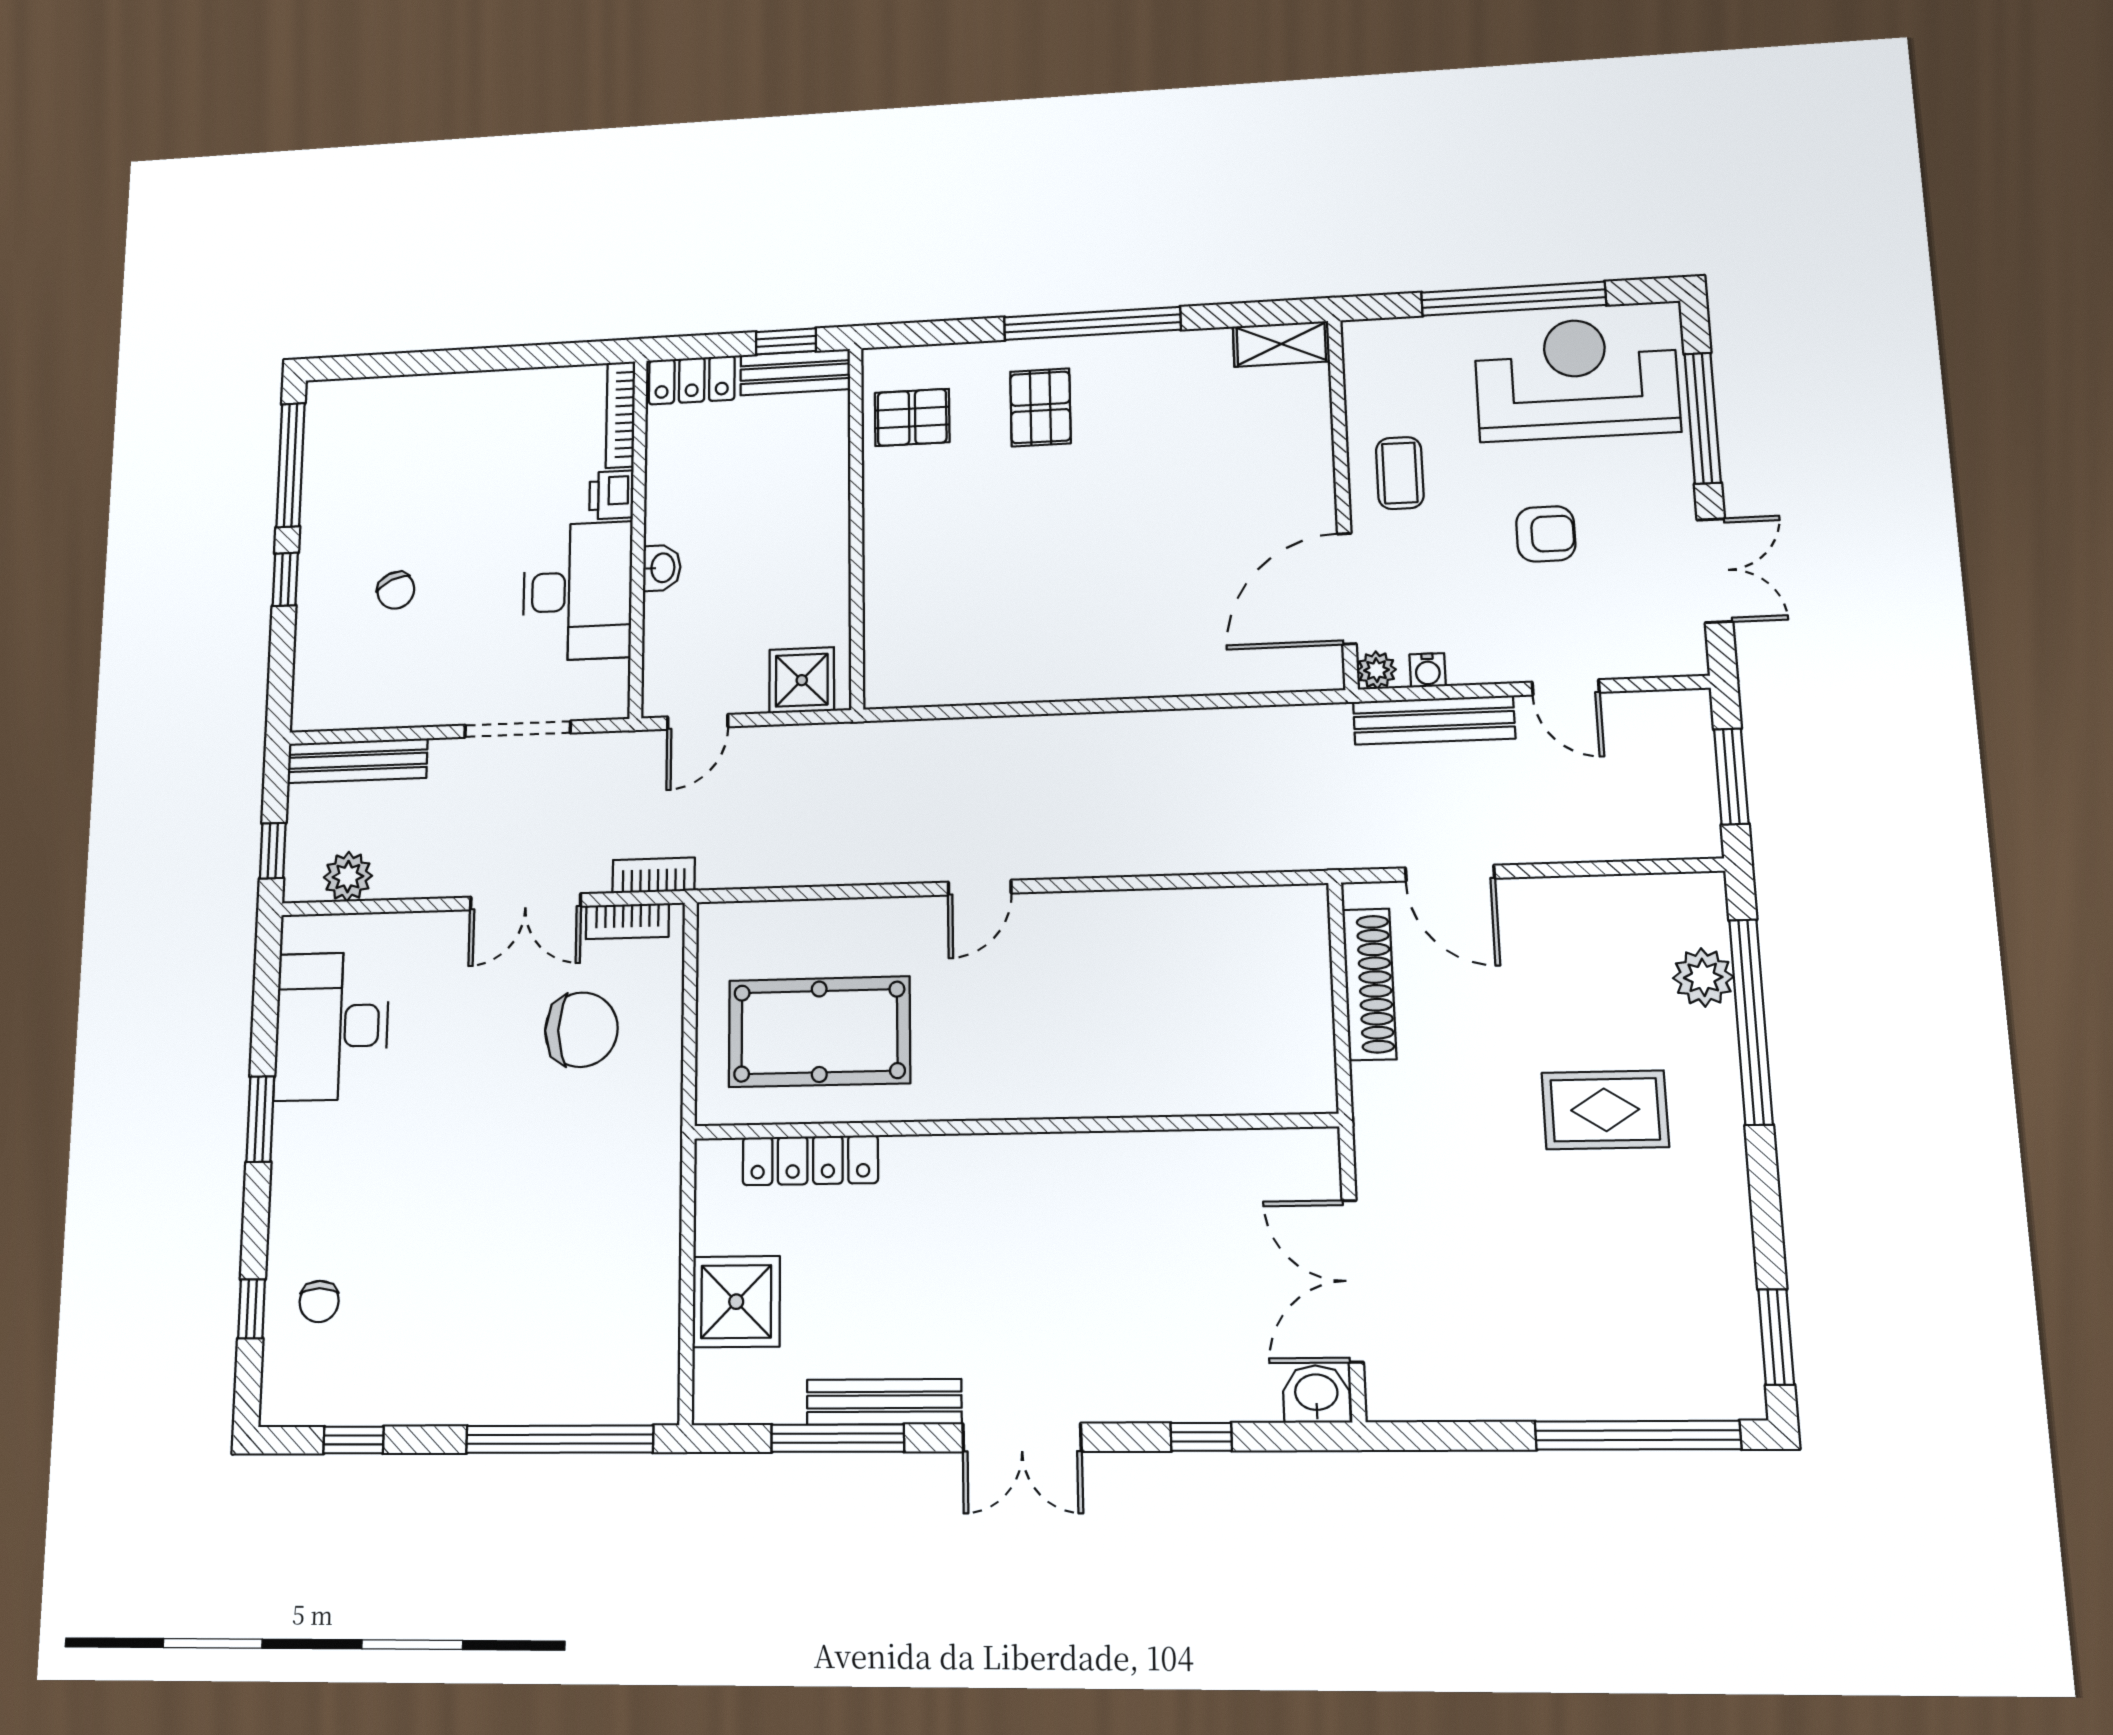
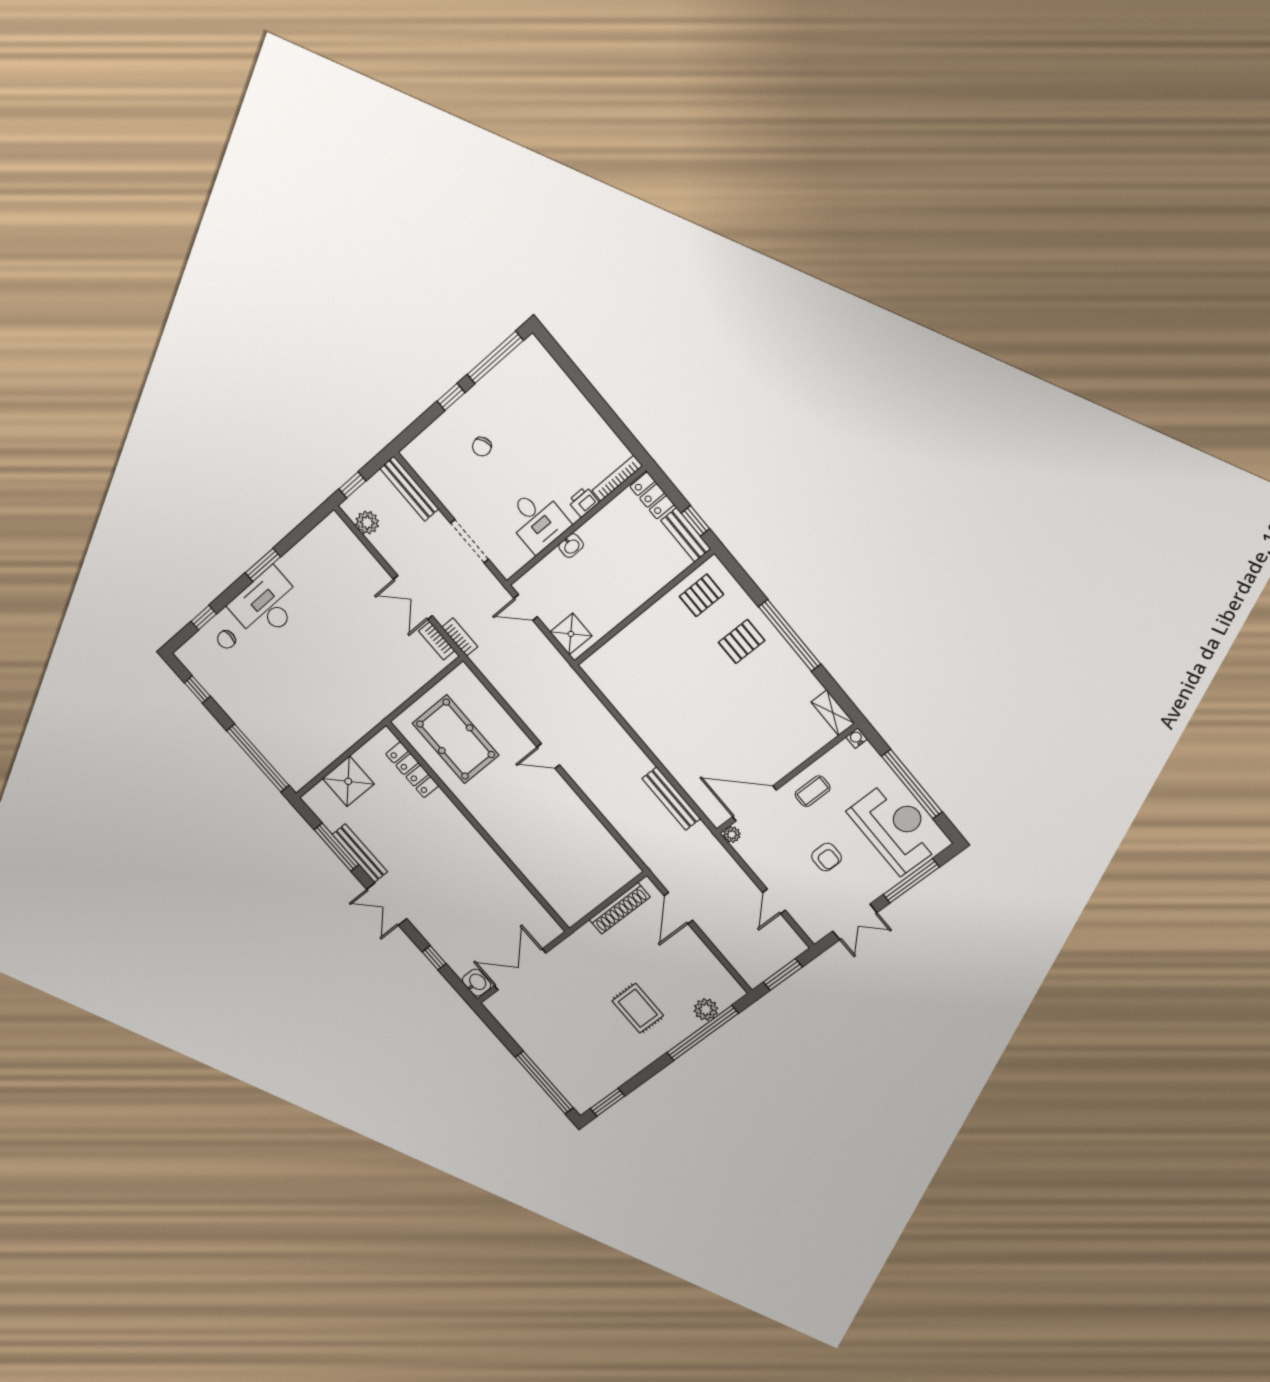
pallet: (912, 417) -> (702, 595), turned 90
desk: (578, 591) -> (537, 520), width x0.73
water cooler: (1428, 670) -> (857, 738), moved, turned 90
bench: (1434, 720) -> (671, 799), moved
desk: (332, 1026) -> (267, 605), moved
chair: (581, 1030) -> (388, 655), removed

